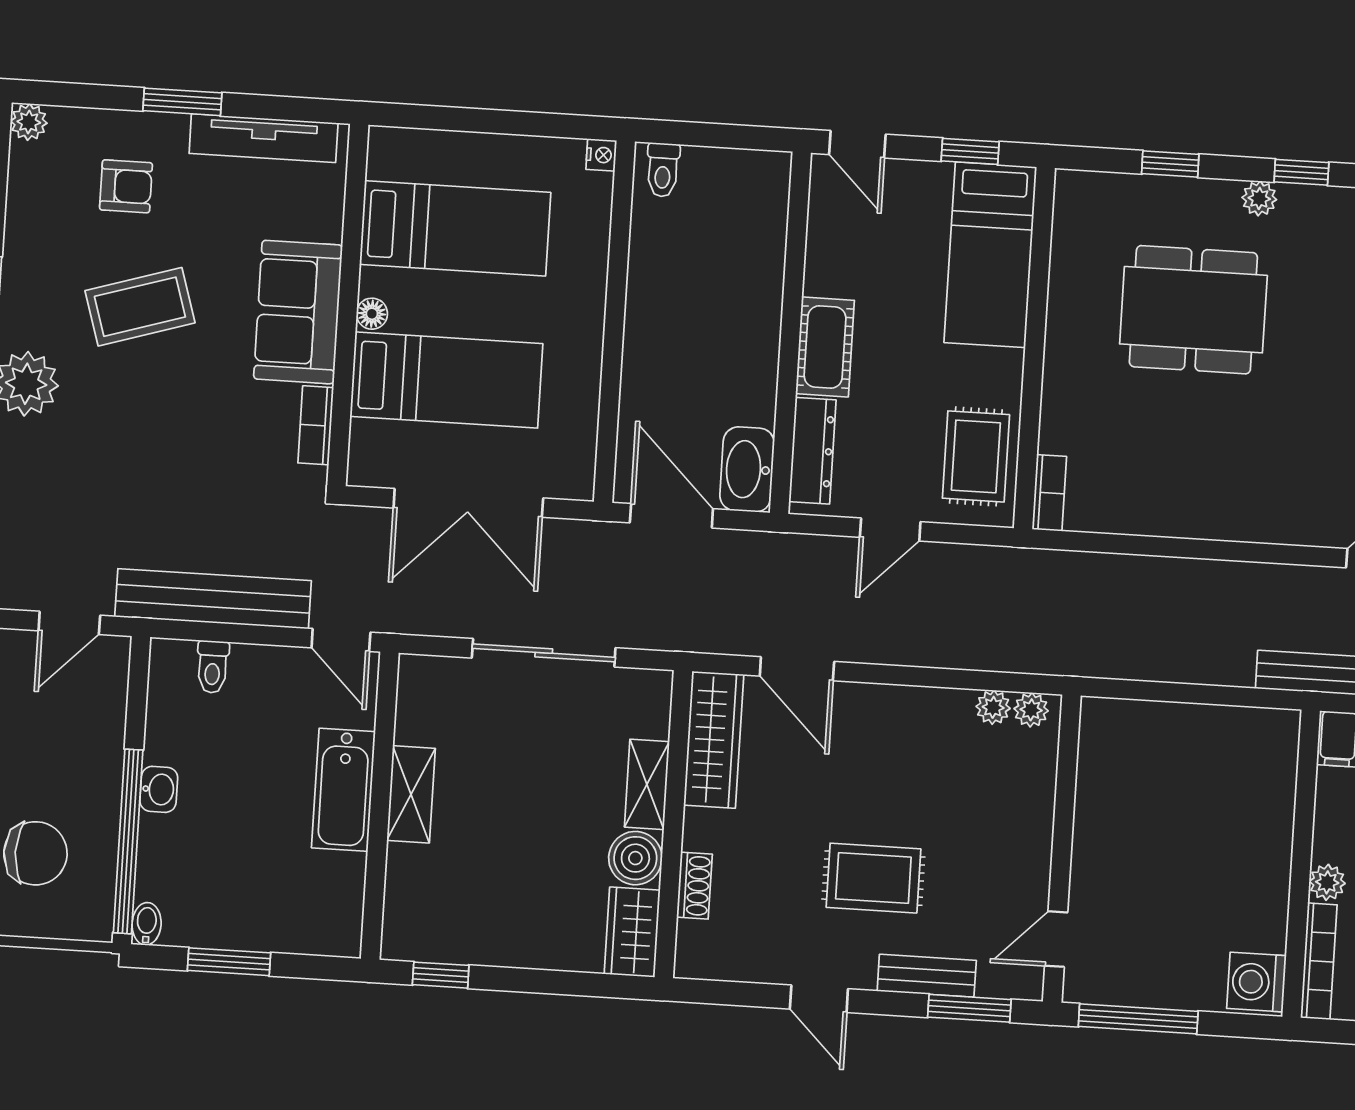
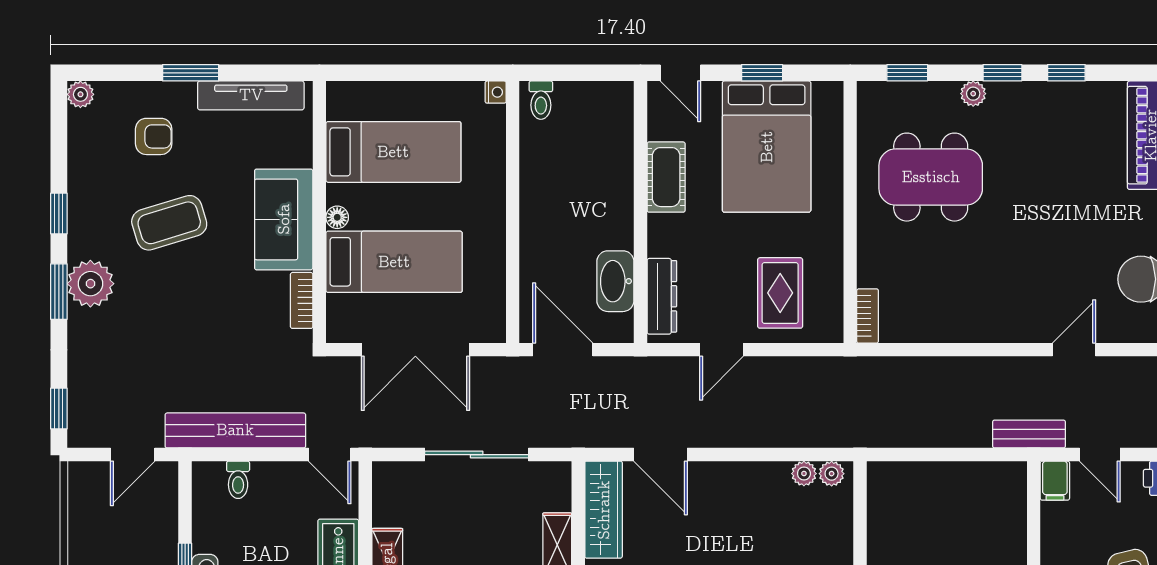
bed: (990, 255) -> (767, 147), width x1.50
cot: (825, 347) -> (666, 177), moved
wall: (1034, 348) -> (850, 212), moved
washbasin: (747, 469) -> (615, 281), moved
bookcase: (1049, 493) -> (868, 316), moved

